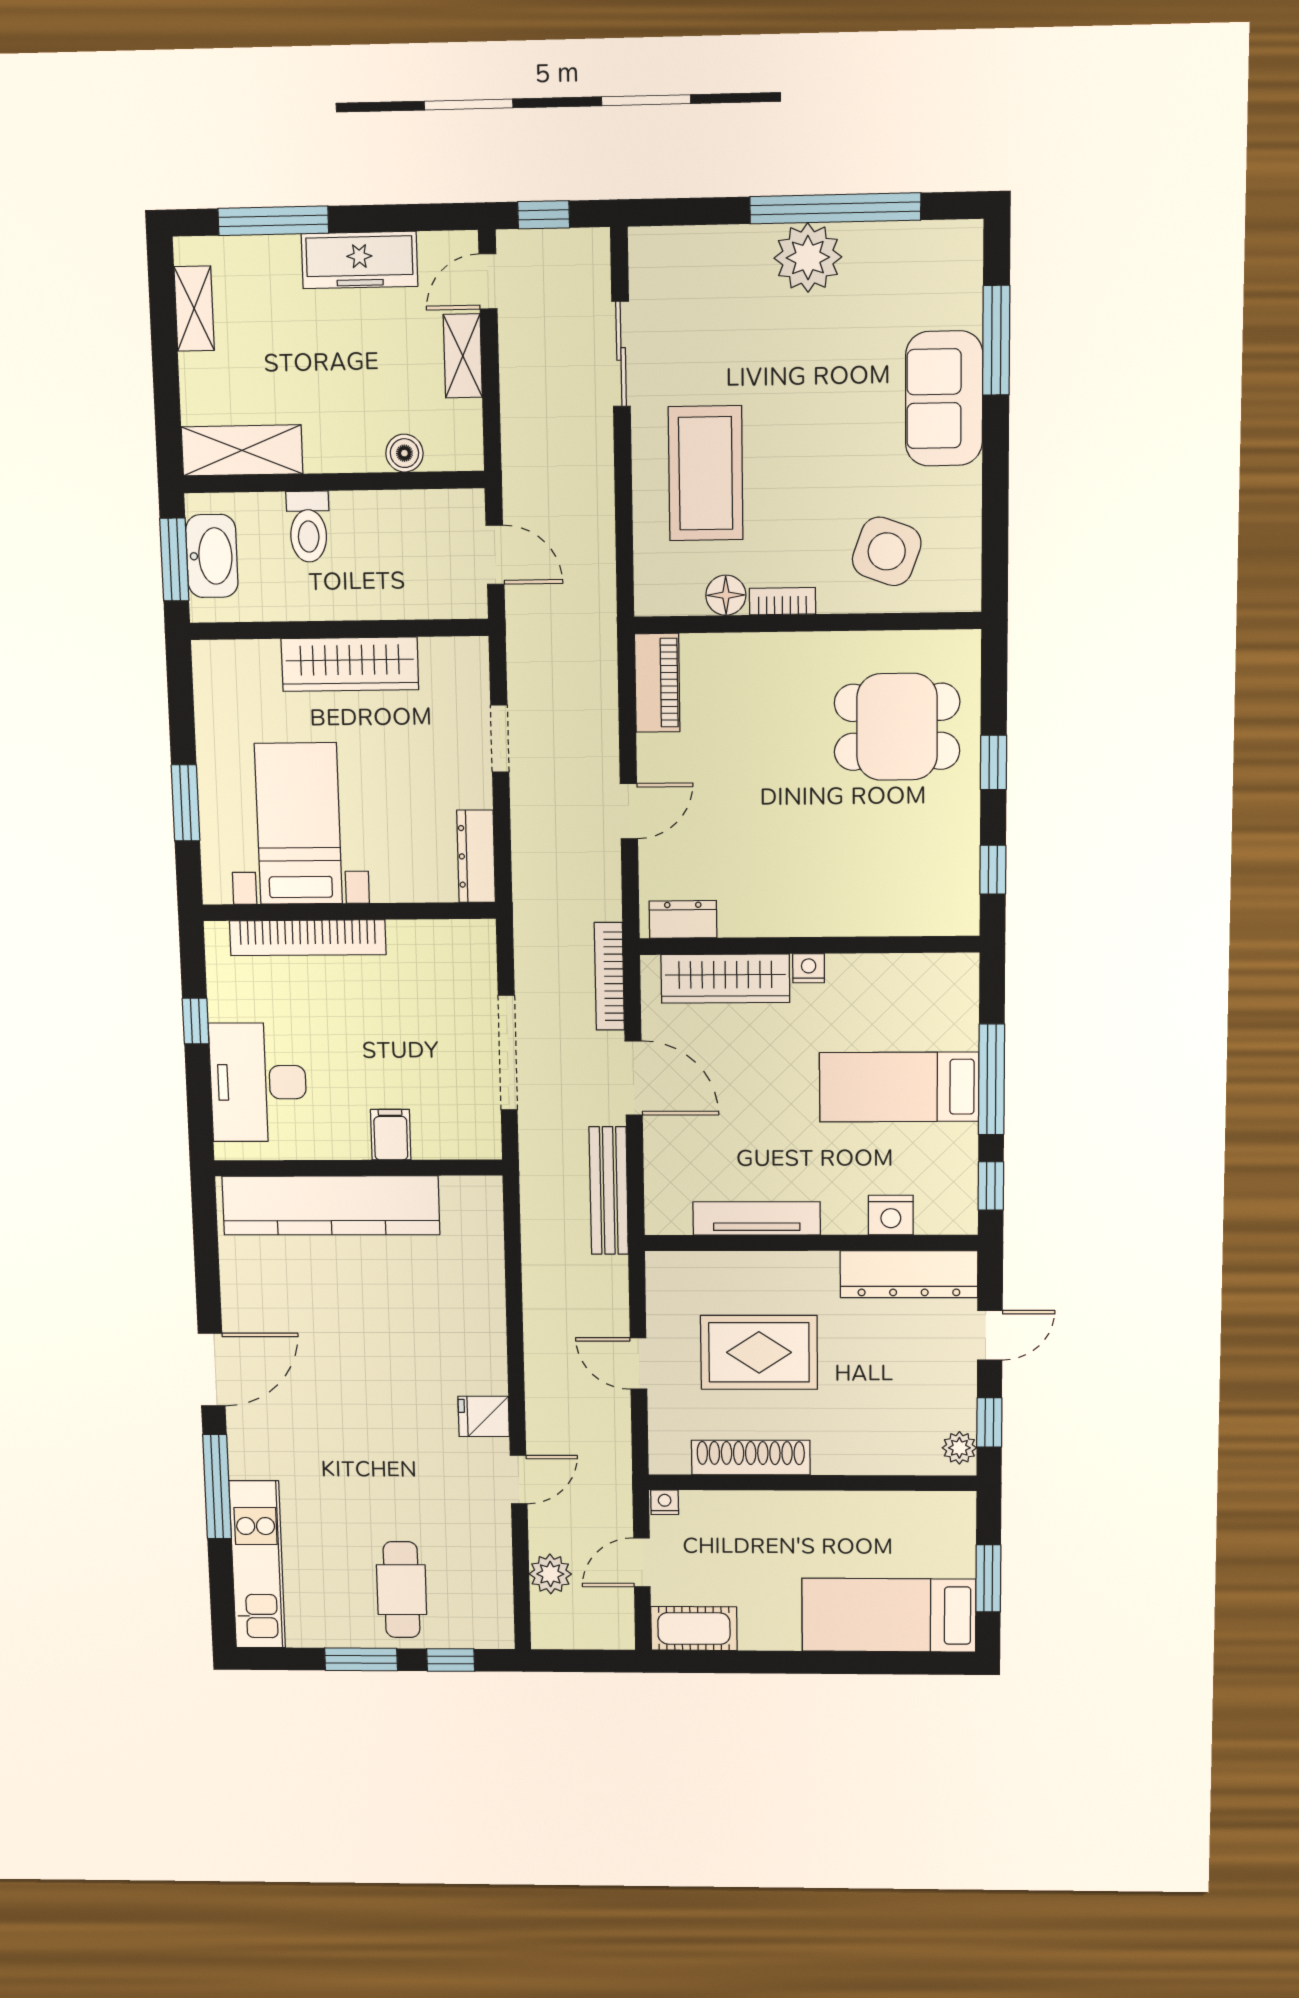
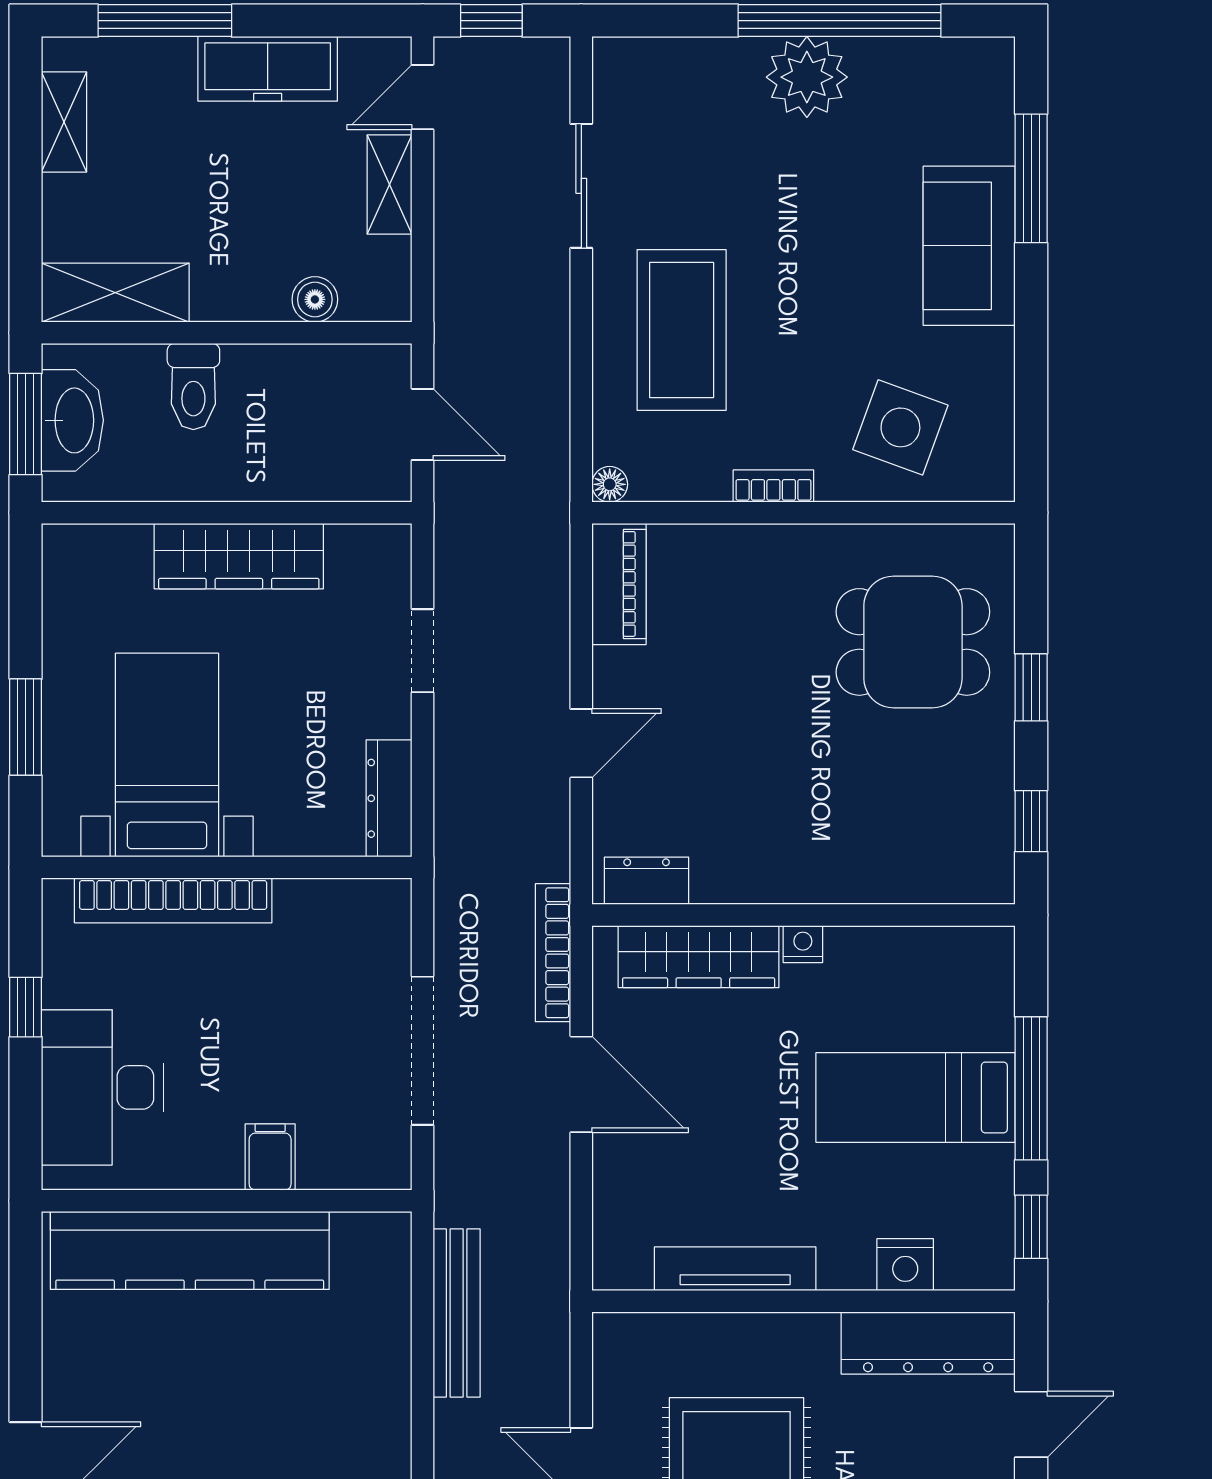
floor lamp: (726, 595) -> (610, 484), moved, width x0.73, depth x0.73
bench: (609, 1191) -> (457, 1313), moved

